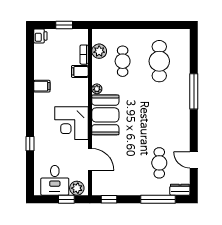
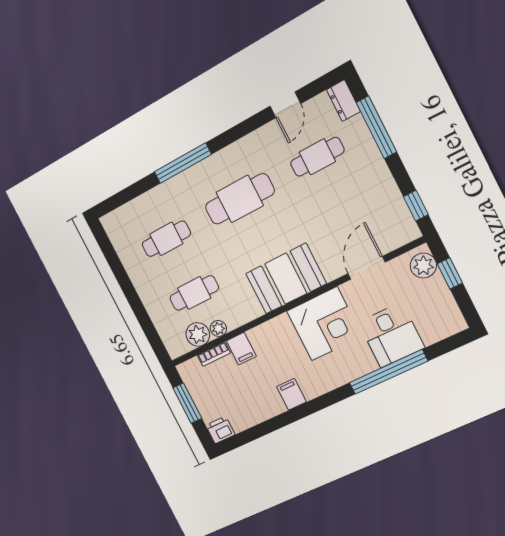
window: (64, 25) -> (187, 403), width x1.50
cafe table: (159, 61) -> (166, 239), width x0.73, depth x0.74
plant: (97, 89) -> (218, 328), moved
cafe table: (159, 112) -> (240, 199), added
window: (30, 144) -> (388, 372), width x3.17
desk: (55, 180) -> (391, 335), moved, turned 90

